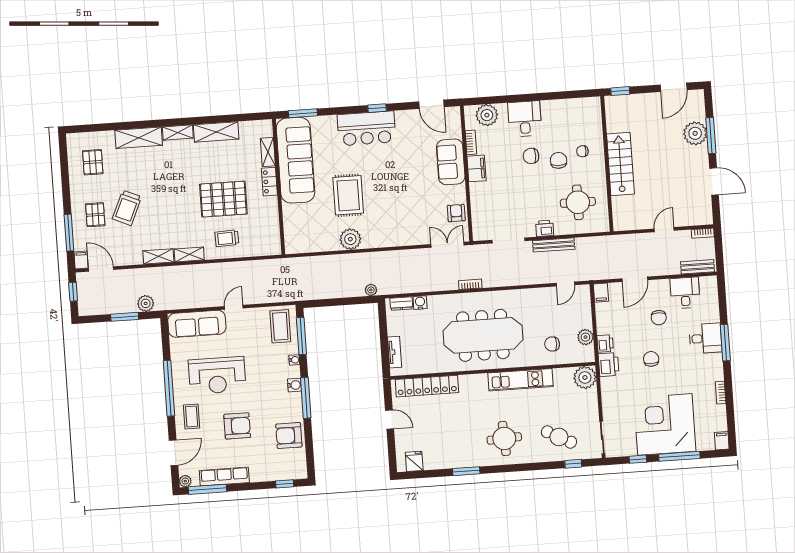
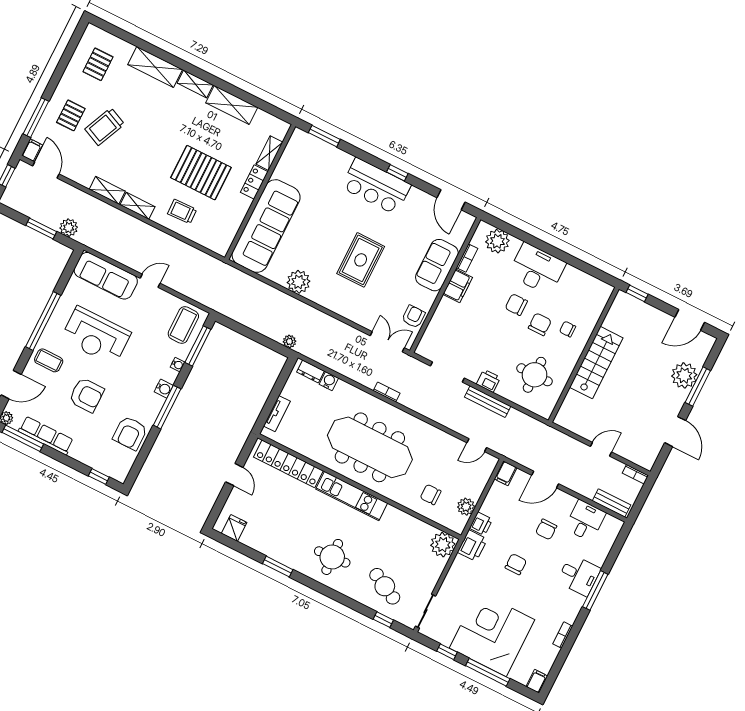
desk: (525, 119) -> (537, 269), width x1.37
sofa: (296, 160) -> (266, 226), moved
rug: (348, 195) -> (361, 260), moved
kitchen unit: (520, 380) -> (352, 496), moved
coffee table: (192, 416) -> (49, 360), turned 90
armchair: (289, 435) -> (130, 433), turned -90

